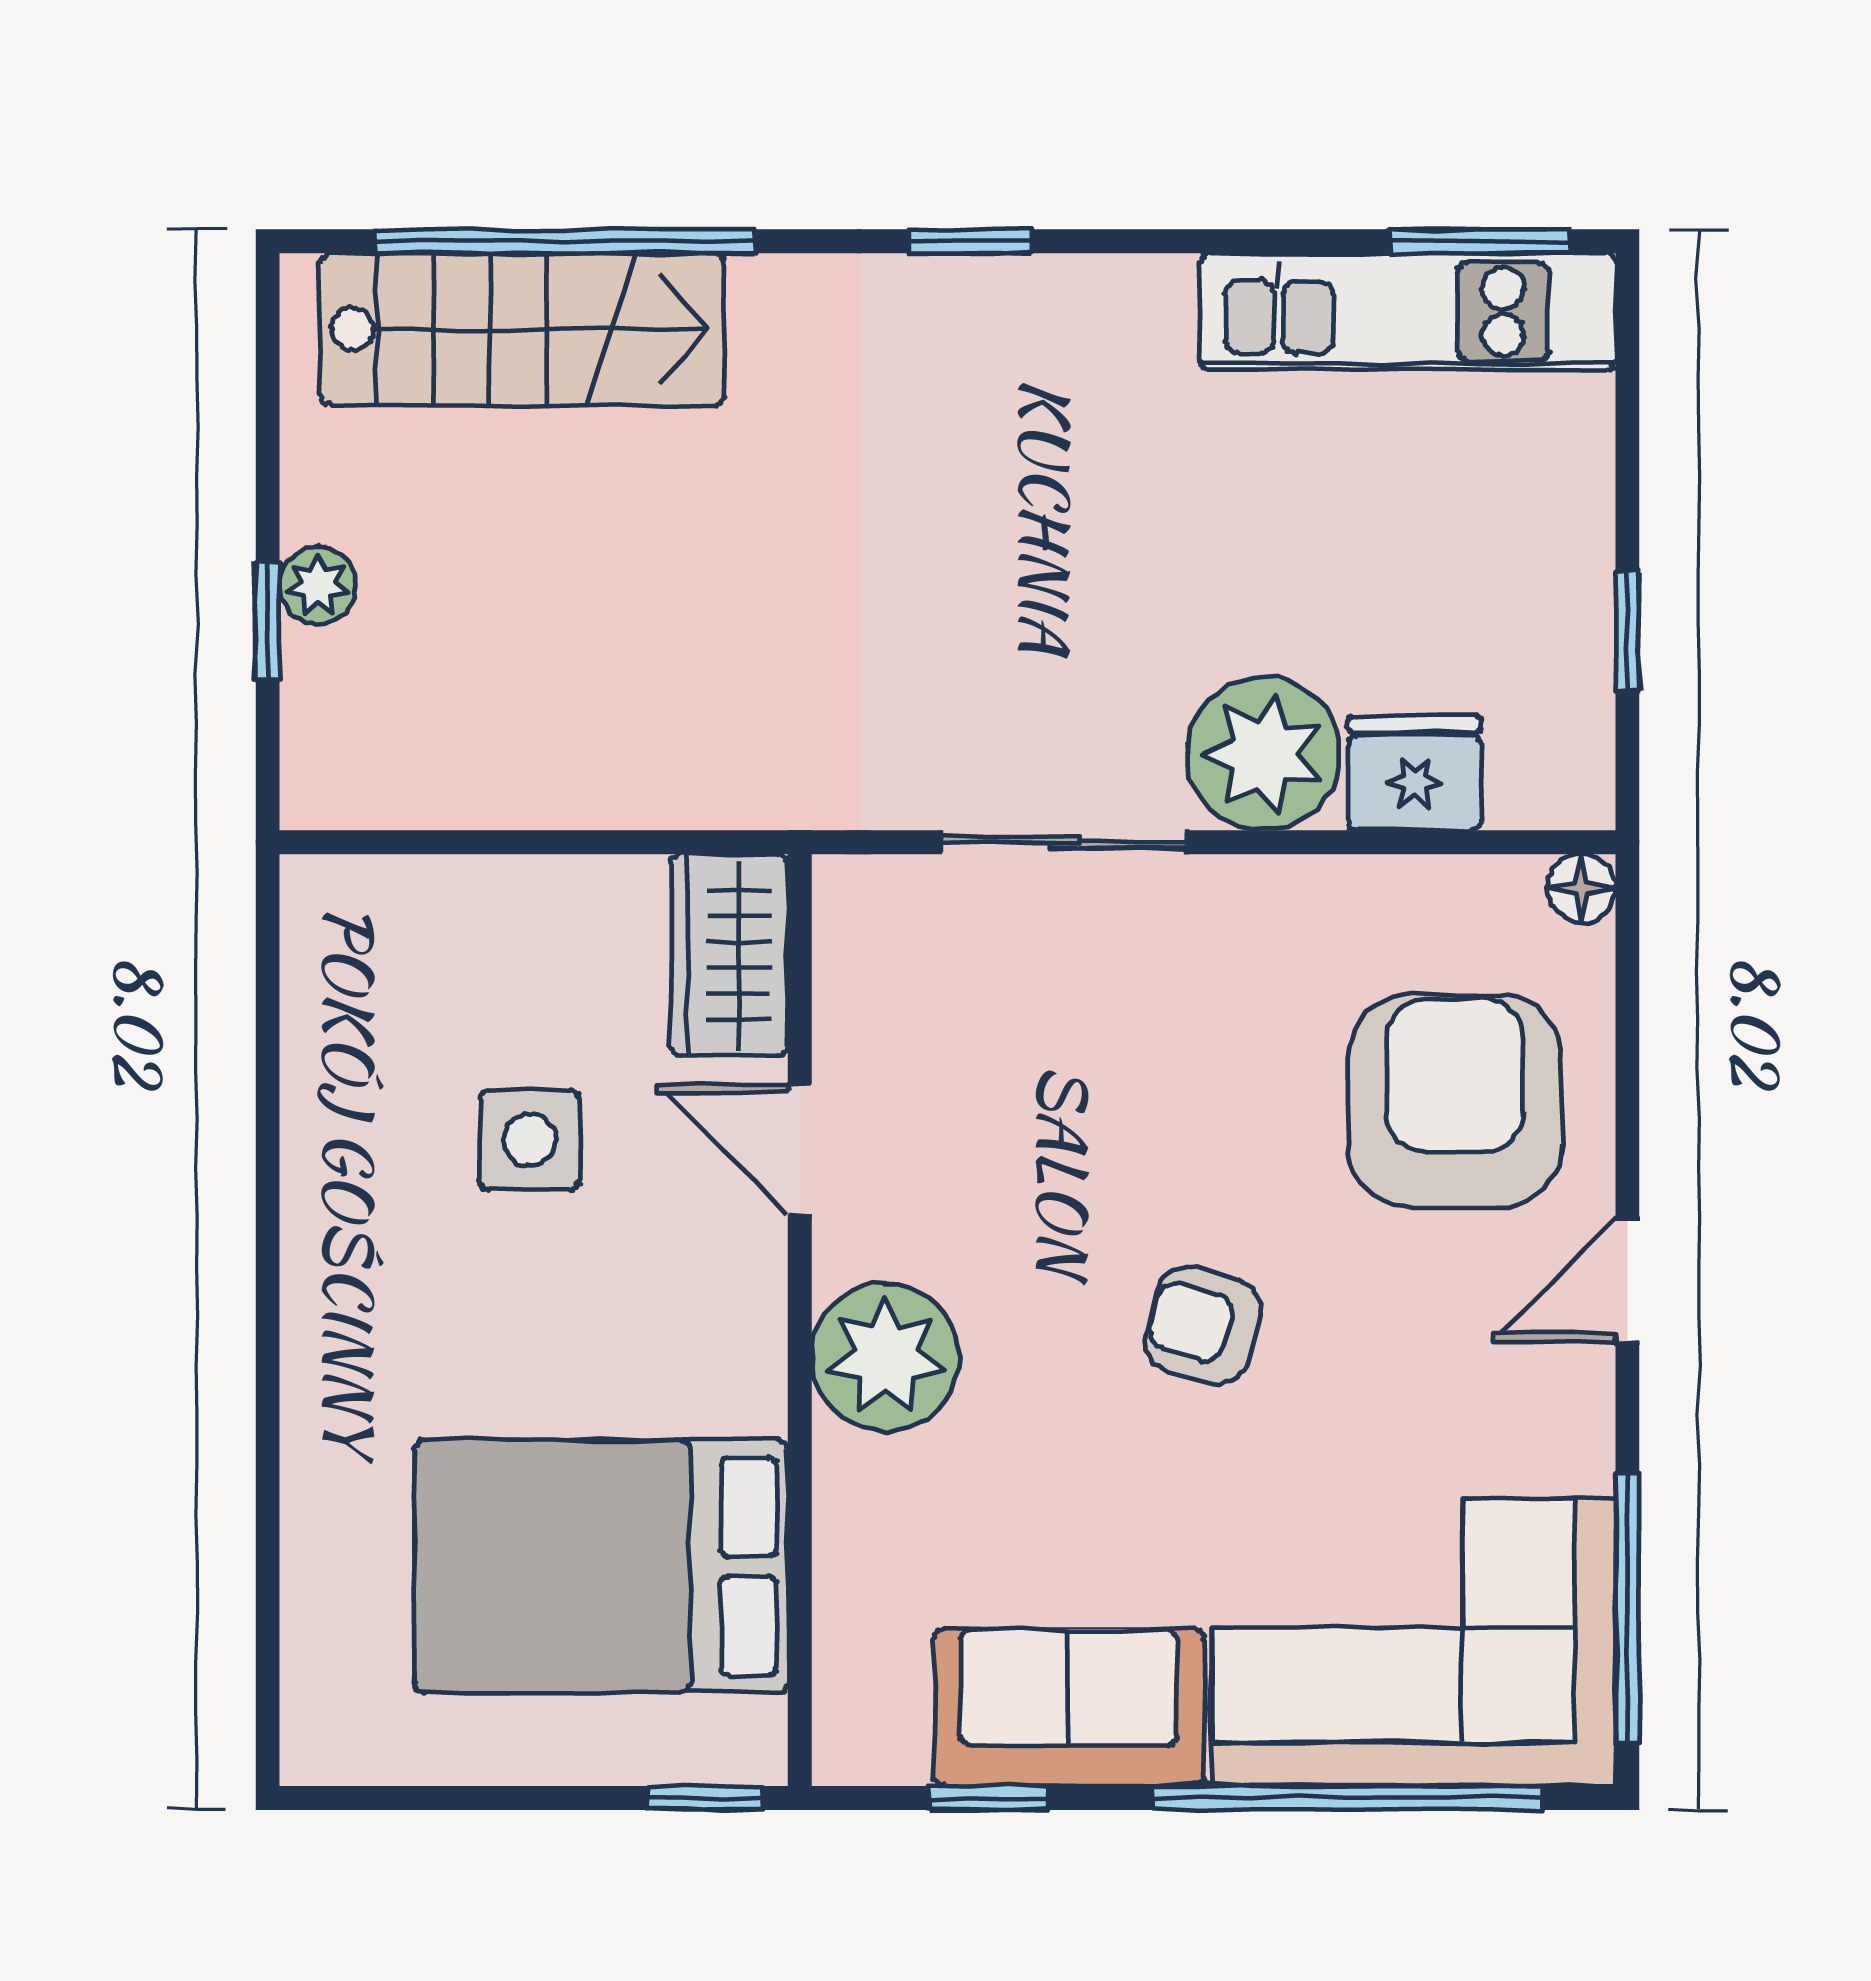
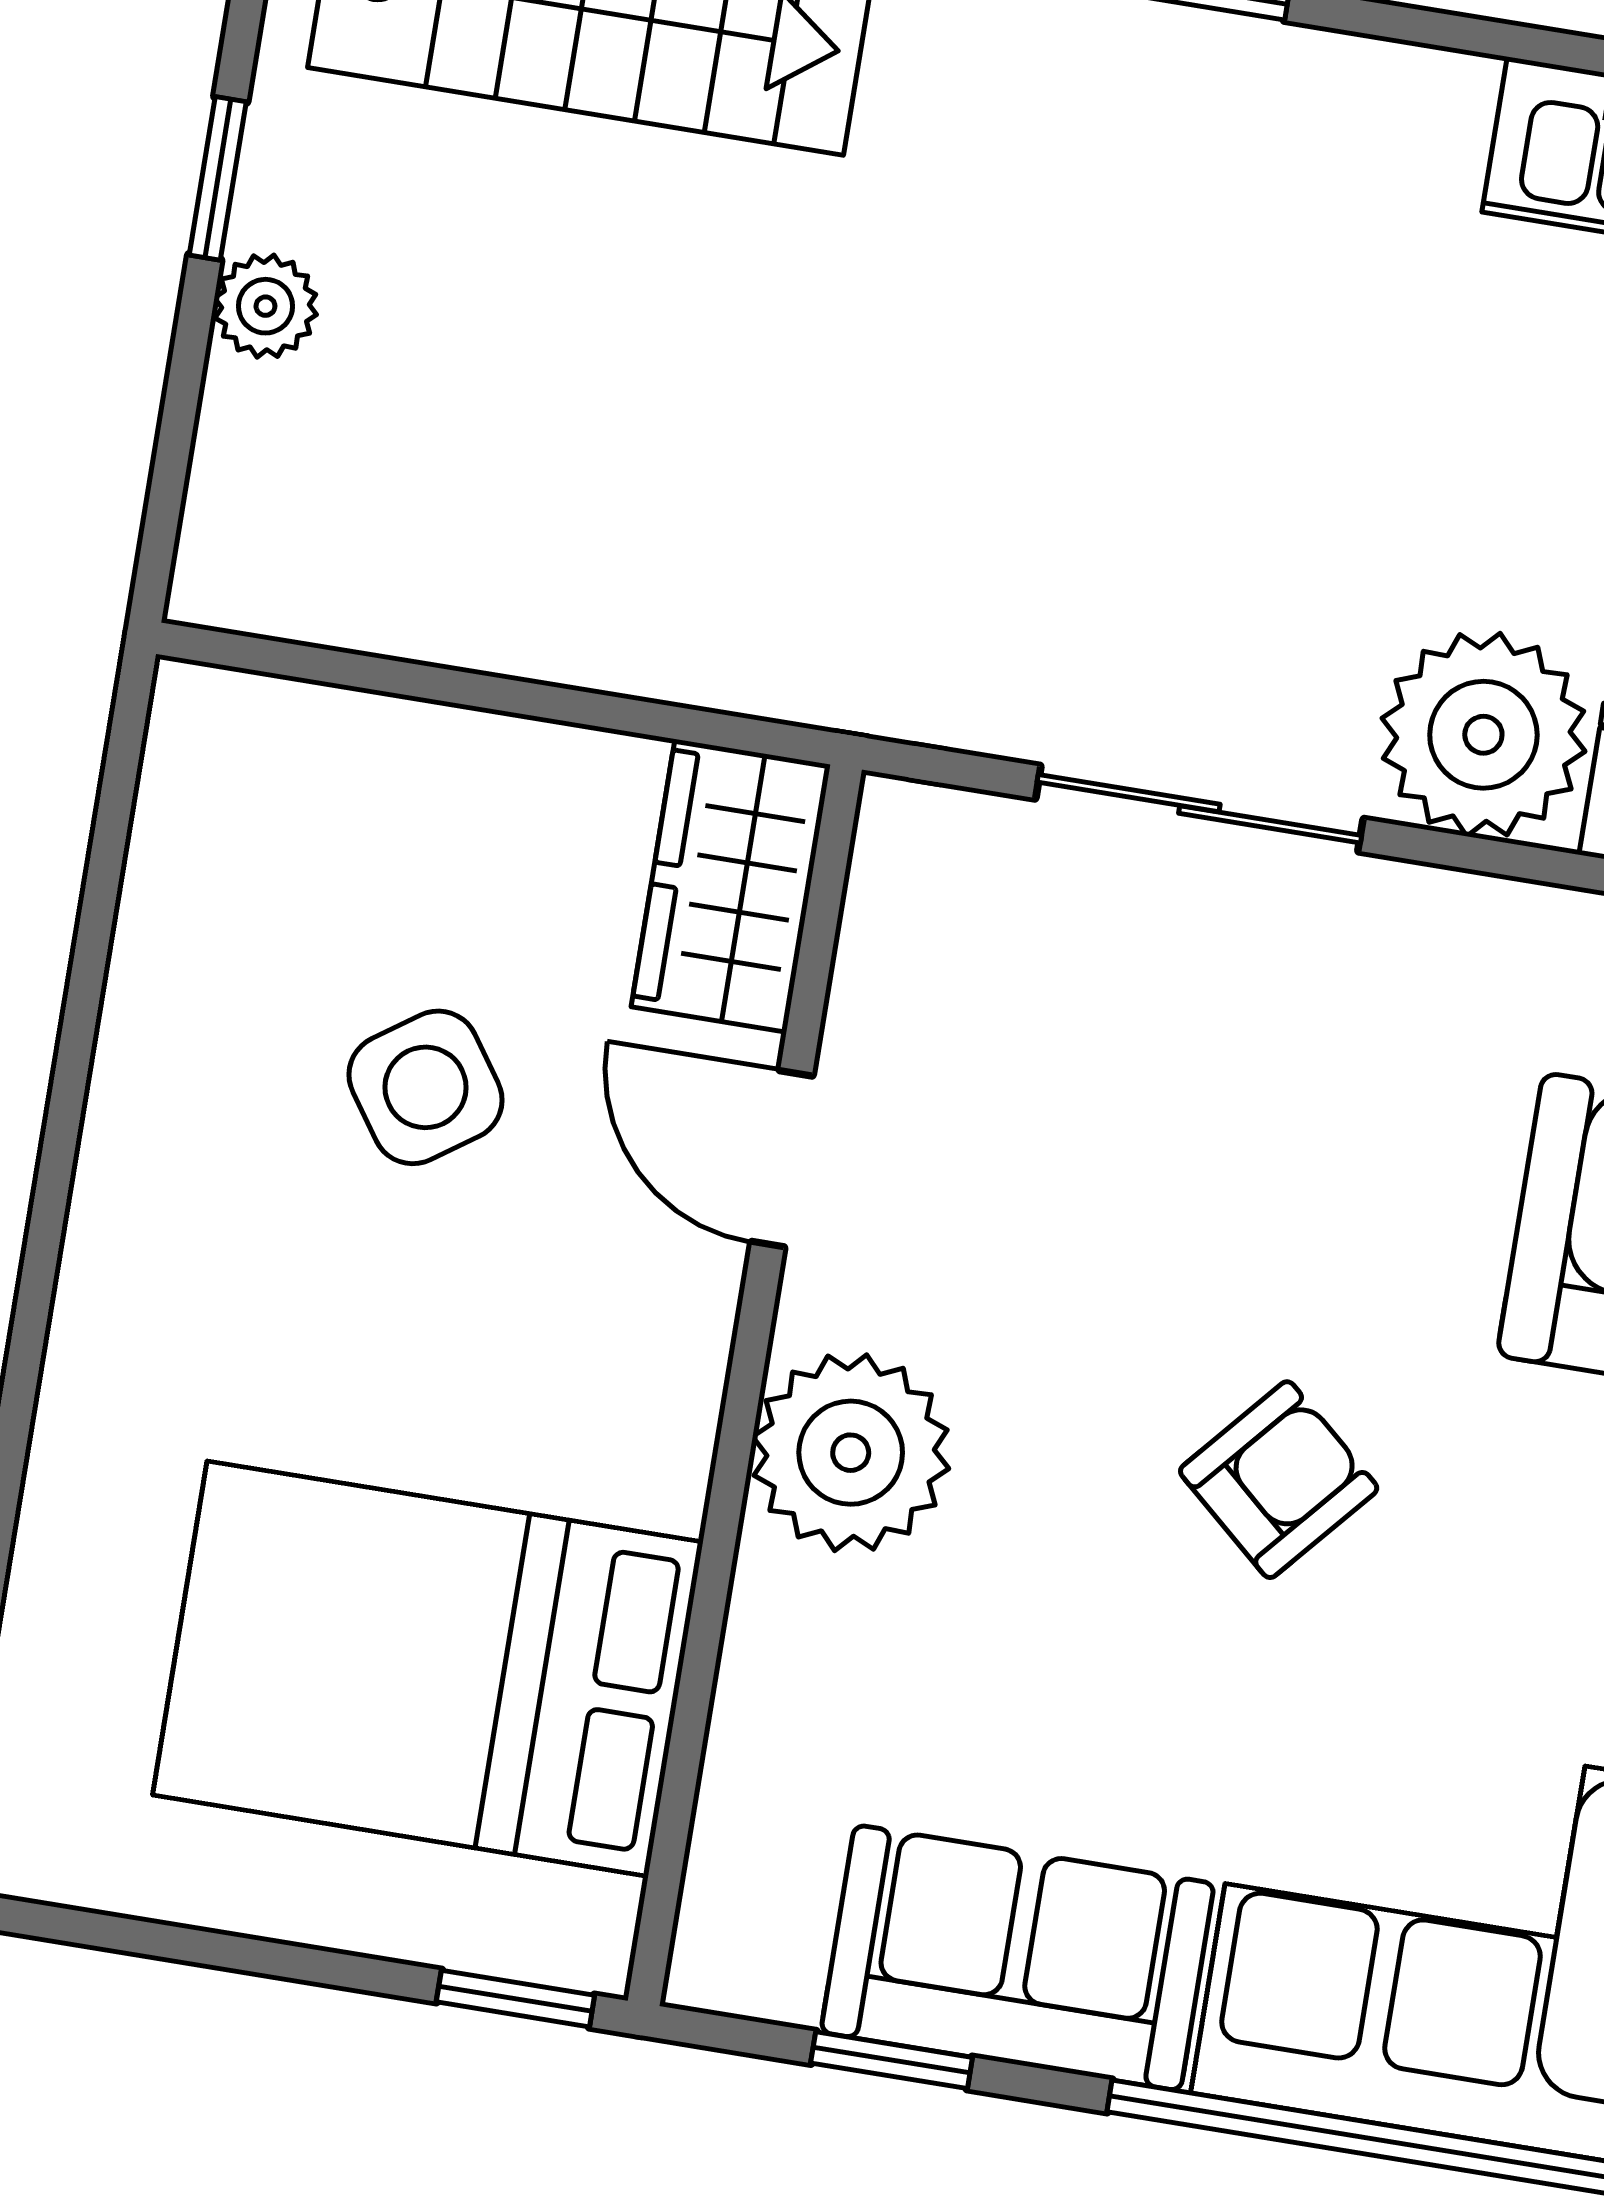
window: (268, 621) -> (218, 178), moved
side table: (529, 1140) -> (425, 1087), turned -35
armchair: (1203, 1325) -> (1279, 1480), turned 115

